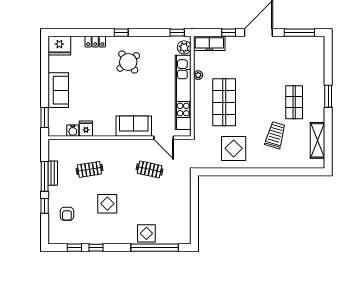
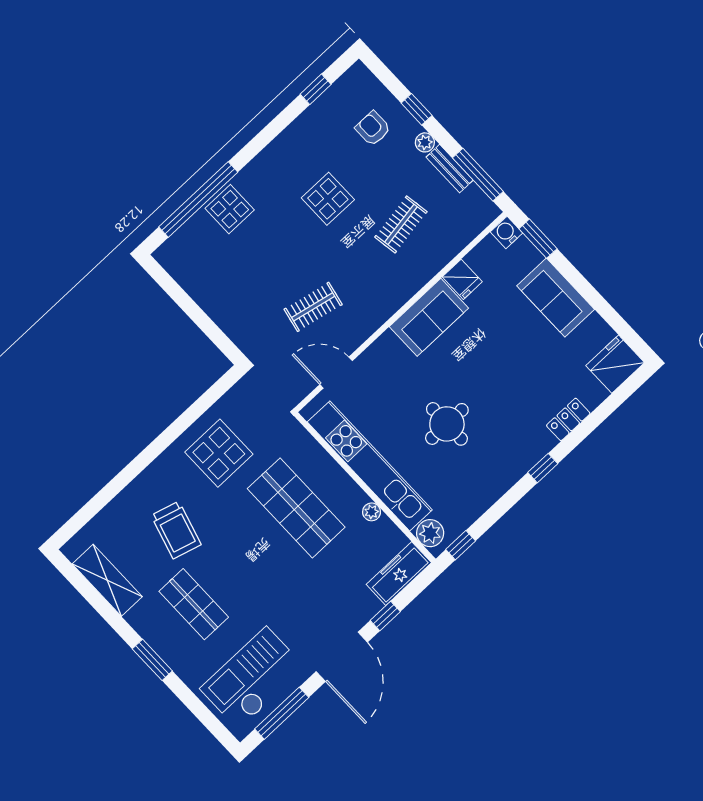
checkout: (298, 55) -> (253, 678), added
round table: (128, 62) -> (447, 424), moved, turned 38
sofa: (134, 126) -> (429, 317), moved
water cooler: (73, 131) -> (507, 232), moved
window: (45, 176) -> (478, 175), moved
plant: (53, 191) -> (425, 142), added
window: (96, 248) -> (284, 119), removed

